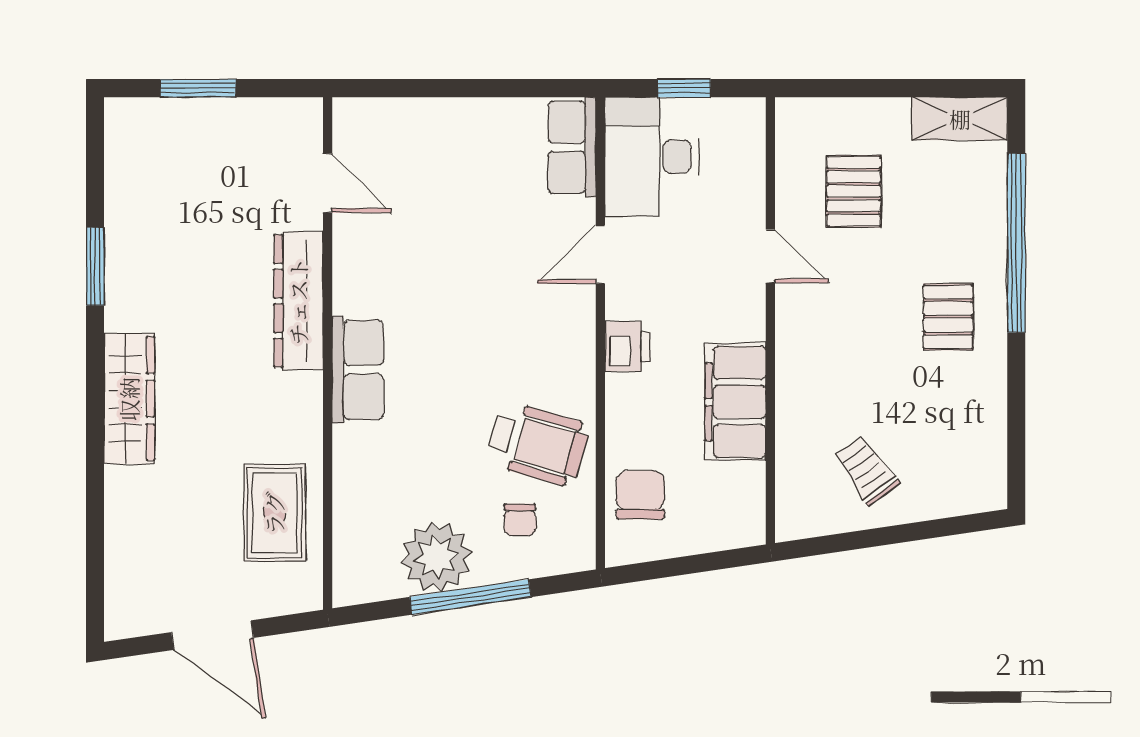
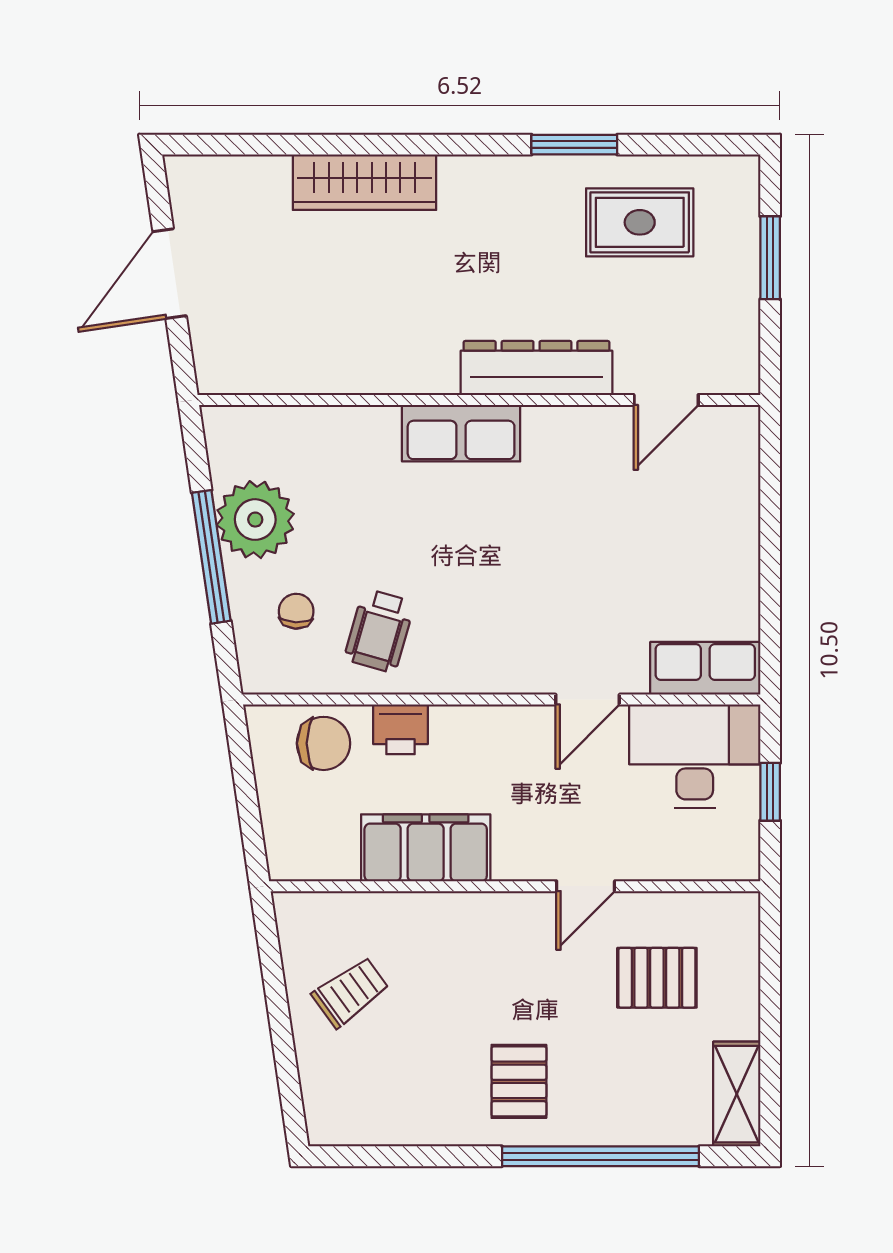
door: (600, 254) -> (588, 700), swing flipped
pallet: (948, 317) -> (519, 1081), turned 90
printer: (627, 347) -> (400, 729), moved
wardrobe: (129, 399) -> (365, 182), moved
wheelchair: (538, 444) -> (379, 631), width x0.73, depth x0.73
rug: (274, 513) -> (640, 222), moved
chair: (520, 520) -> (296, 611), turned 93

